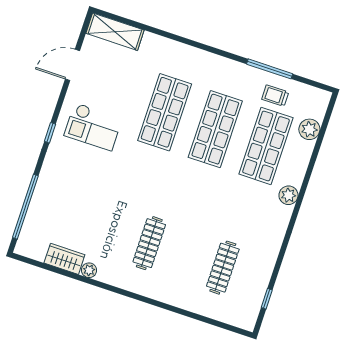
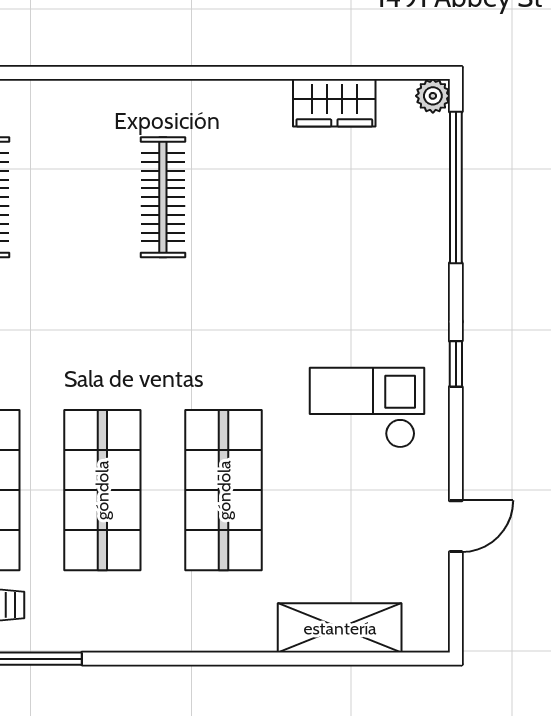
shelving: (115, 32) -> (340, 628), moved
door: (73, 65) -> (456, 526), width x0.73
plant: (89, 270) -> (433, 96), moved

